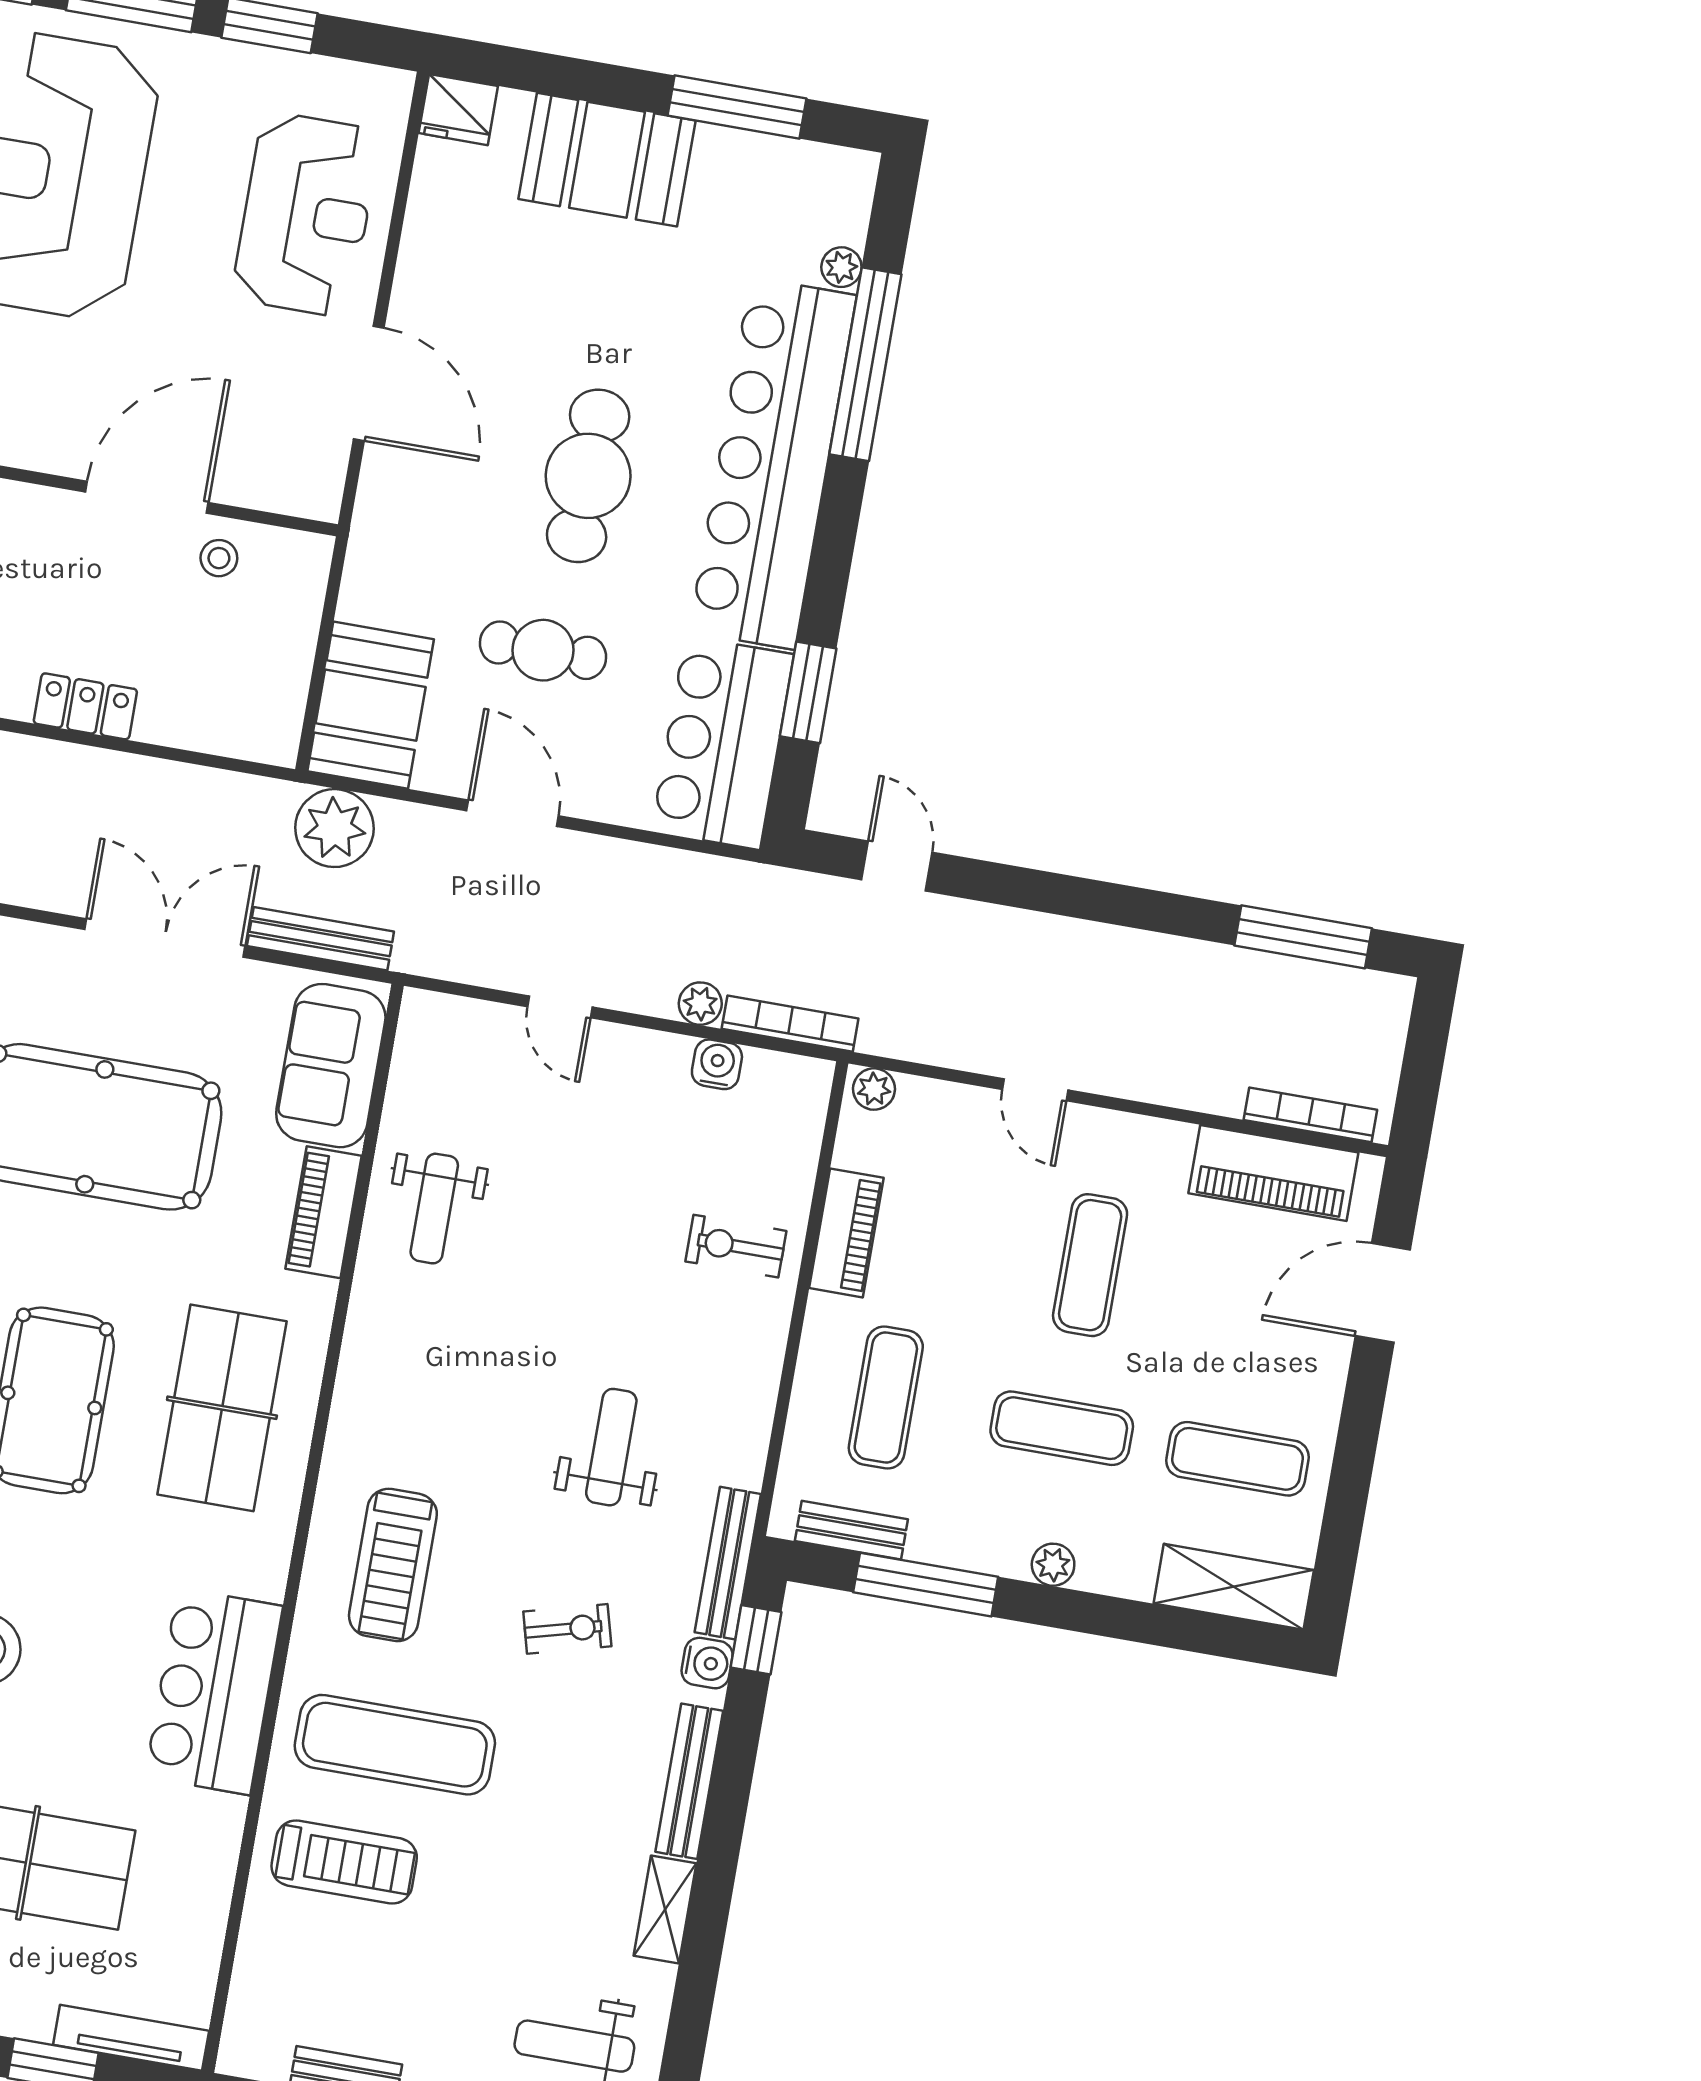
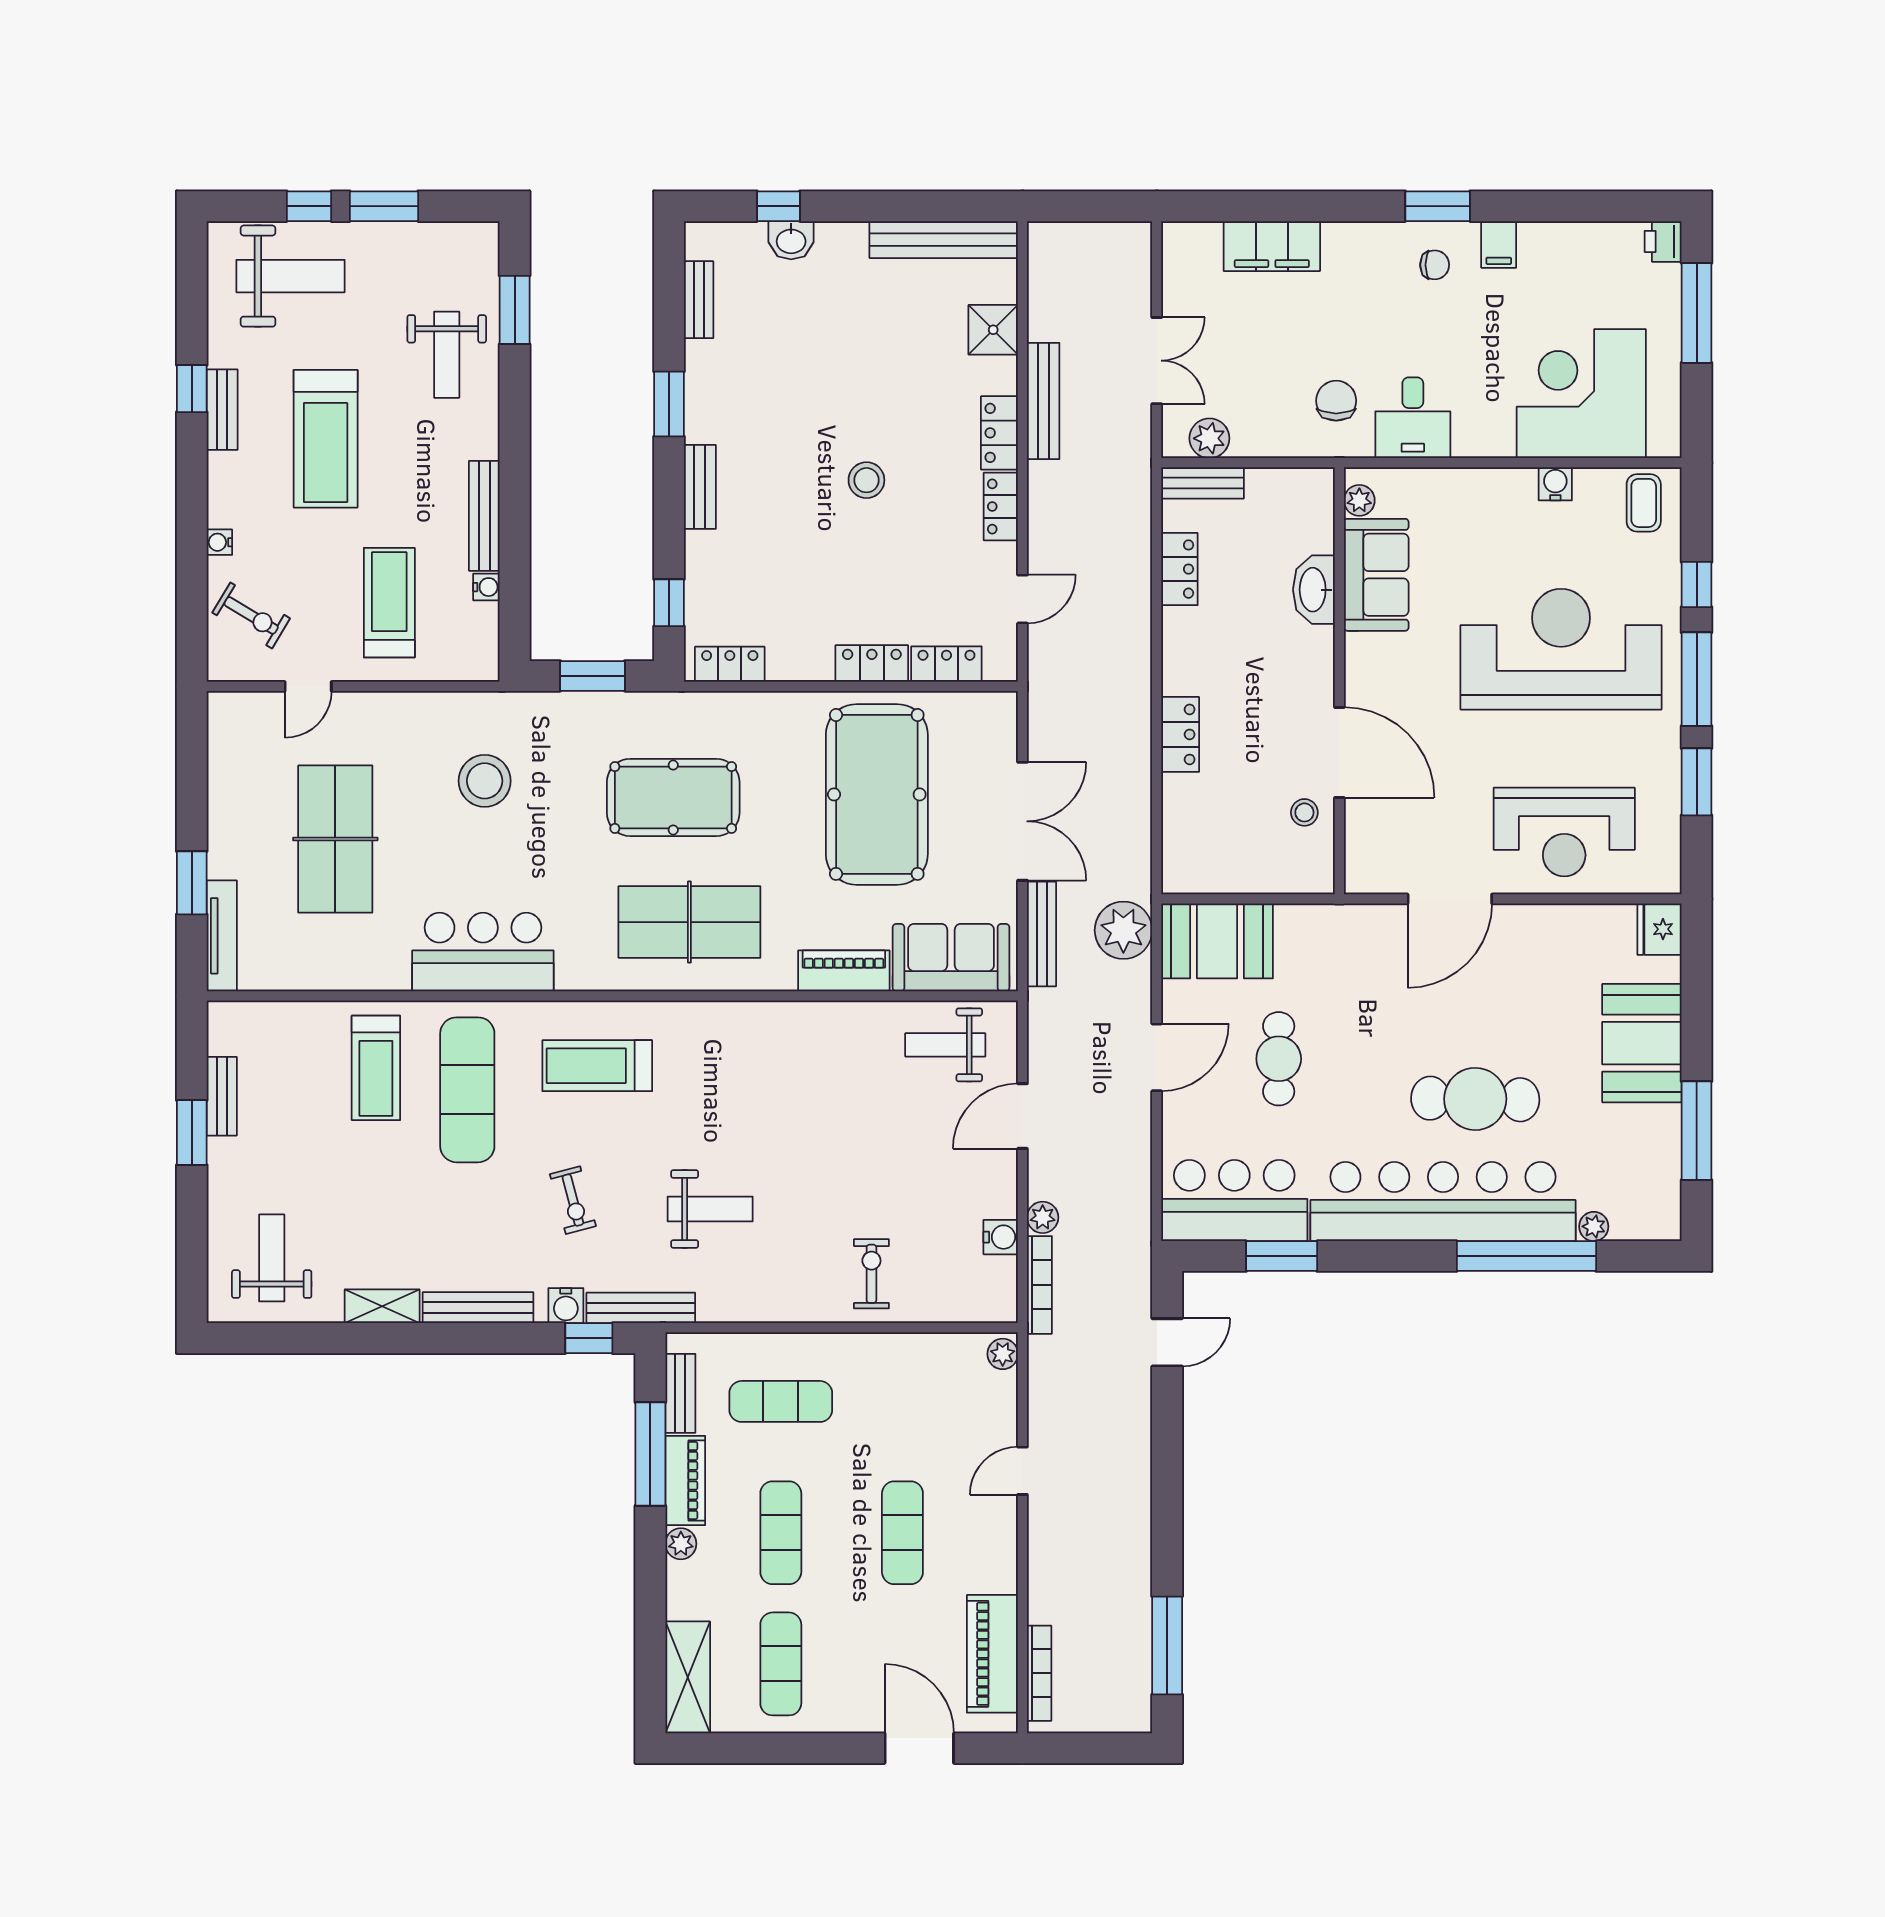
cafe table: (588, 476) -> (1475, 1099), moved
door: (560, 1007) -> (1022, 1116), width x1.38
weight bench: (434, 1209) -> (945, 1045), moved
piano: (846, 1233) -> (685, 1481), moved, turned -90
exercise mat: (1090, 1265) -> (902, 1533), turned 90

